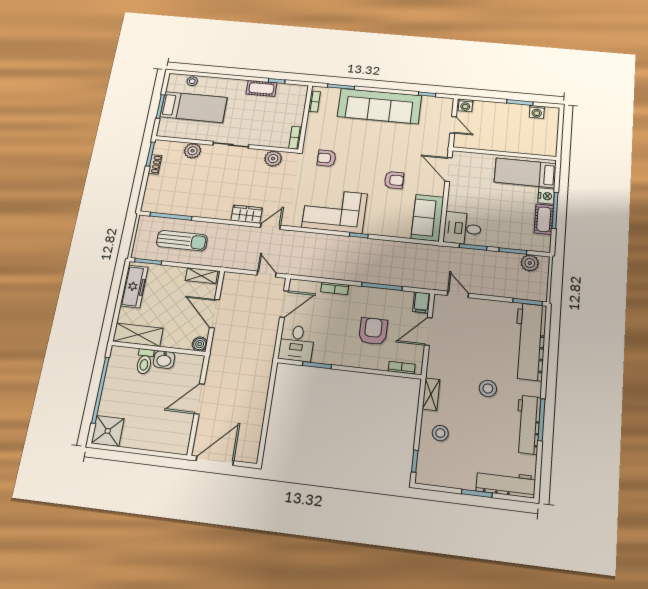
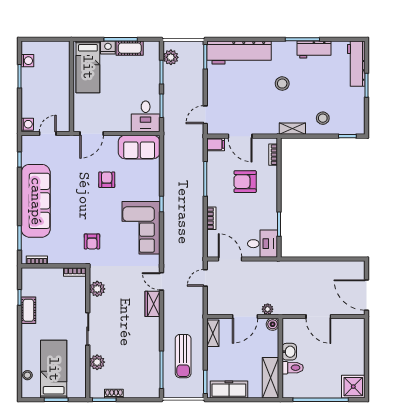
sun lounger: (182, 241) -> (183, 356), turned 180
plant: (218, 340) -> (268, 309), added
workbench: (528, 425) -> (314, 49), width x0.73

